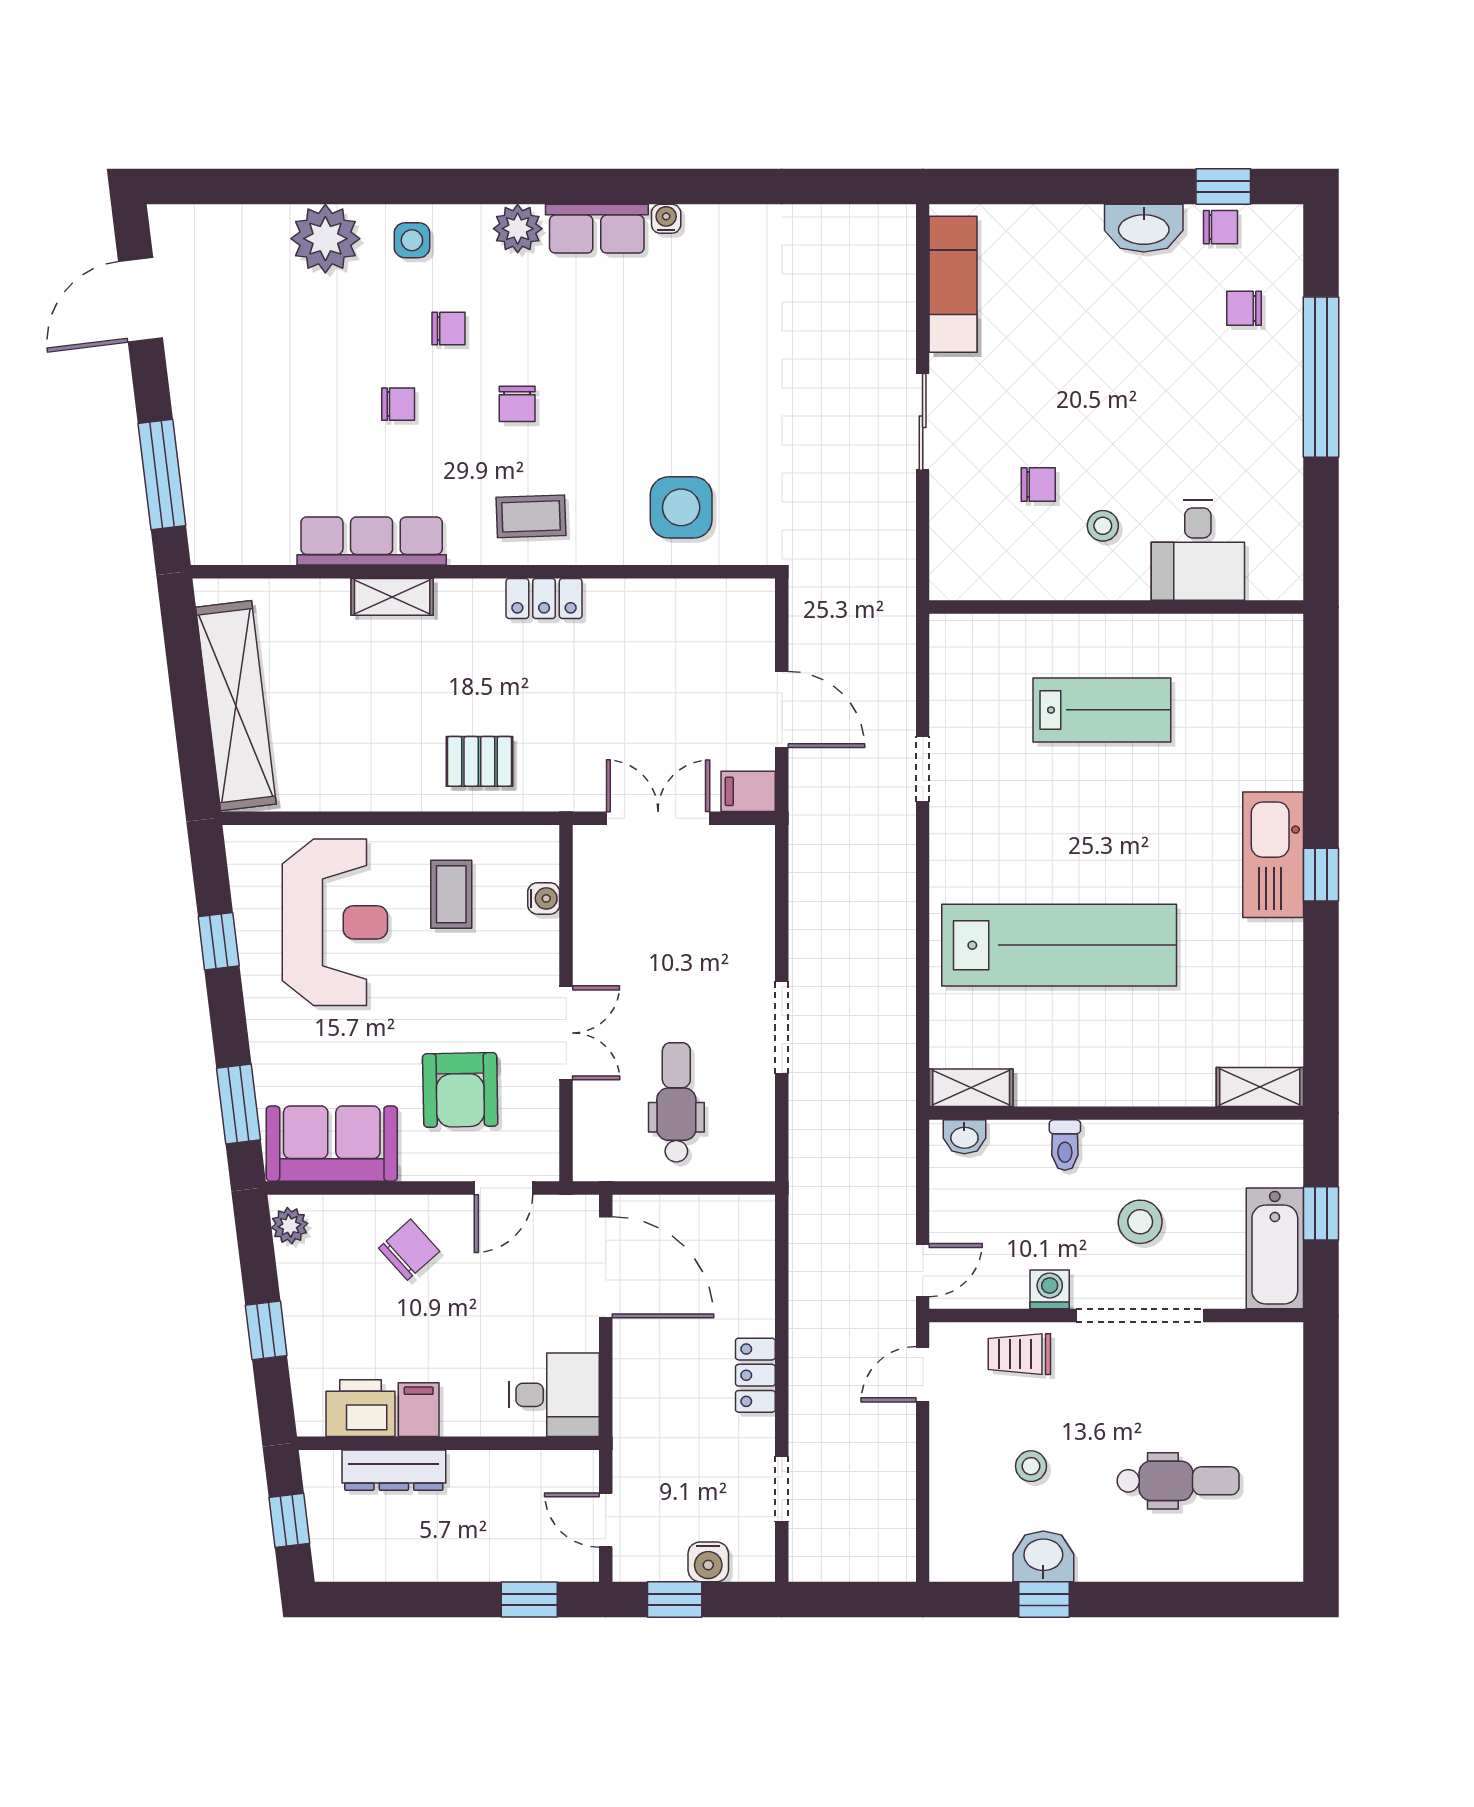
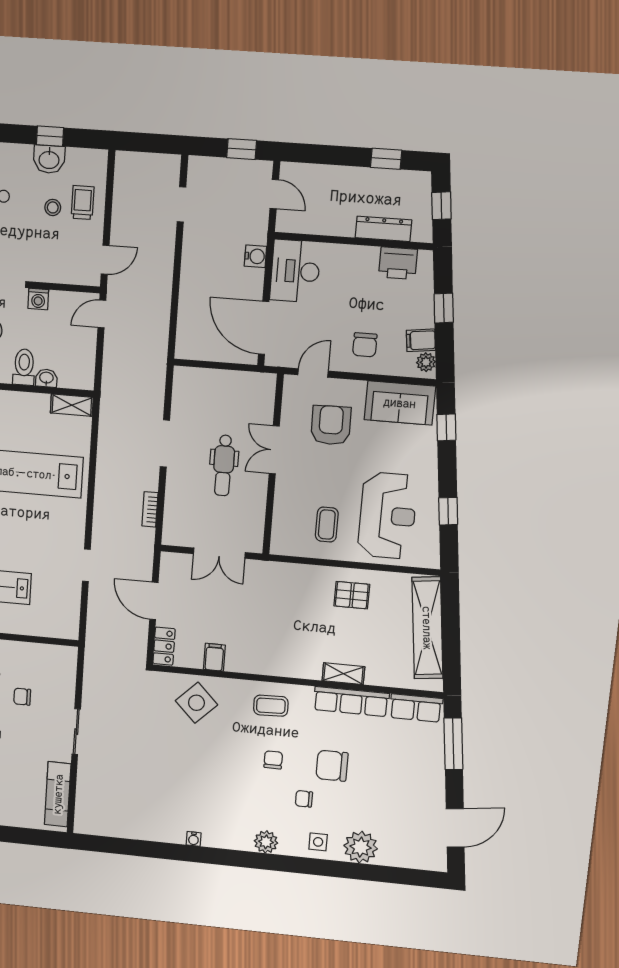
row of seats: (597, 229) -> (416, 708), moved, turned 180
chair: (398, 404) -> (332, 766), width x1.87, depth x1.87
side table: (681, 507) -> (196, 703), turned 45
locker: (544, 599) -> (164, 646), moved, turned 90
pallet: (479, 761) -> (352, 595), moved
filing cabinet: (748, 791) -> (214, 657), moved, turned -90
bookcase: (802, 894) -> (150, 509), added
water cooler: (544, 898) -> (280, 518), removed
reception desk: (335, 922) -> (387, 516), turned 180
dental chair: (676, 1102) -> (224, 465), moved
window: (239, 1104) -> (446, 427), width x0.67
washbasin: (964, 1137) -> (46, 378), moved
toilet: (1065, 1145) -> (24, 367), width x1.37, depth x1.39
chair: (409, 1250) -> (365, 345), turned -48
trolley: (1019, 1354) -> (83, 203), moved, turned -90
locker: (755, 1375) -> (191, 266), removed
desk: (554, 1395) -> (295, 271), width x1.37
filing cabinet: (419, 1410) -> (421, 340), moved, turned 83
water cooler: (708, 1562) -> (255, 256), moved, turned 90
window: (529, 1599) -> (386, 159), moved

